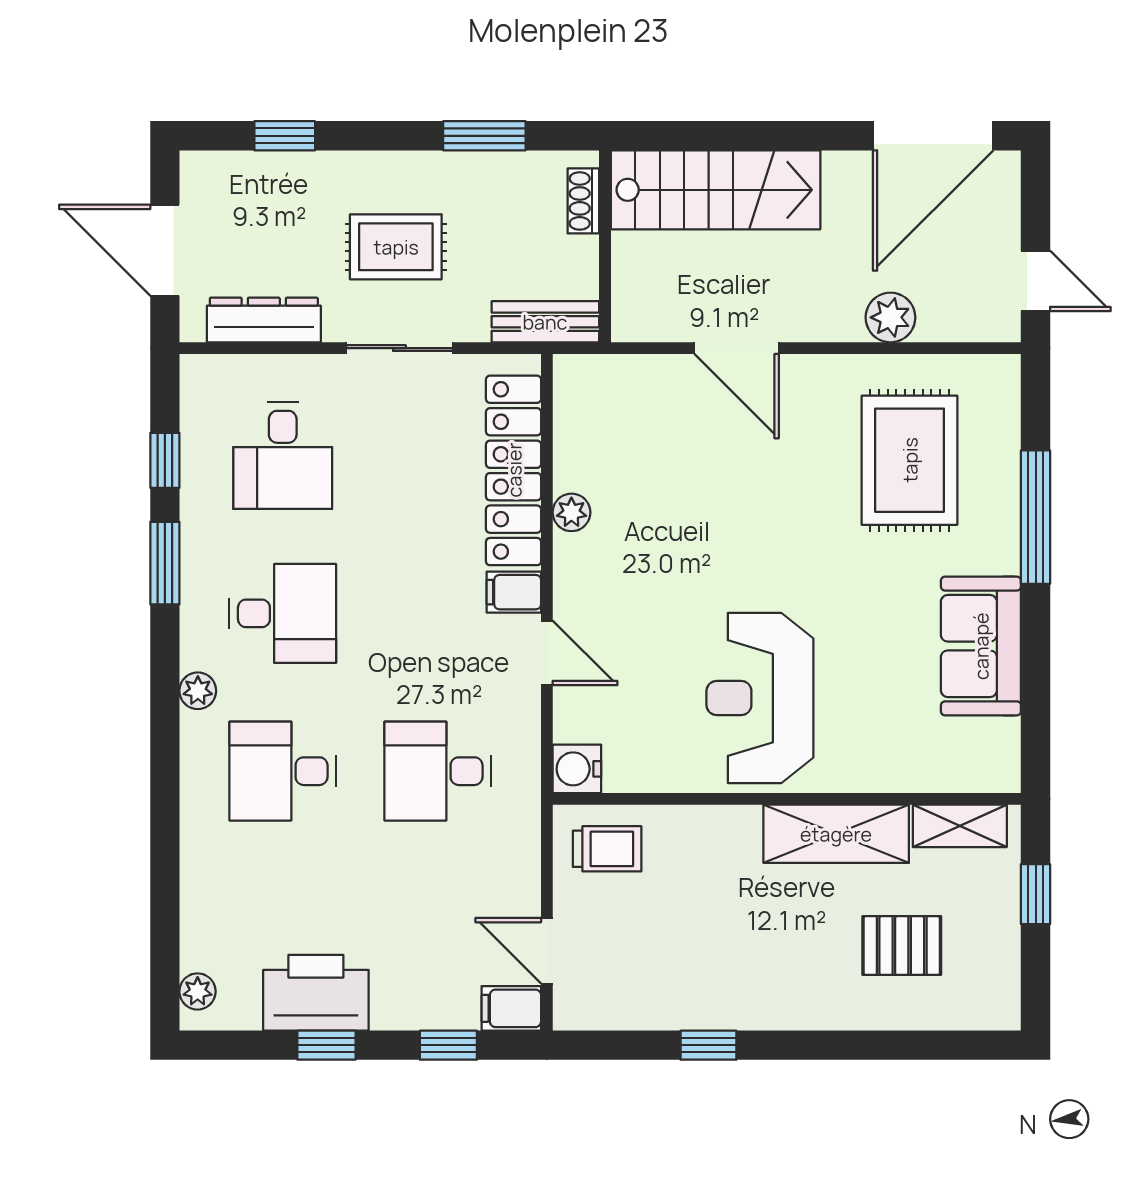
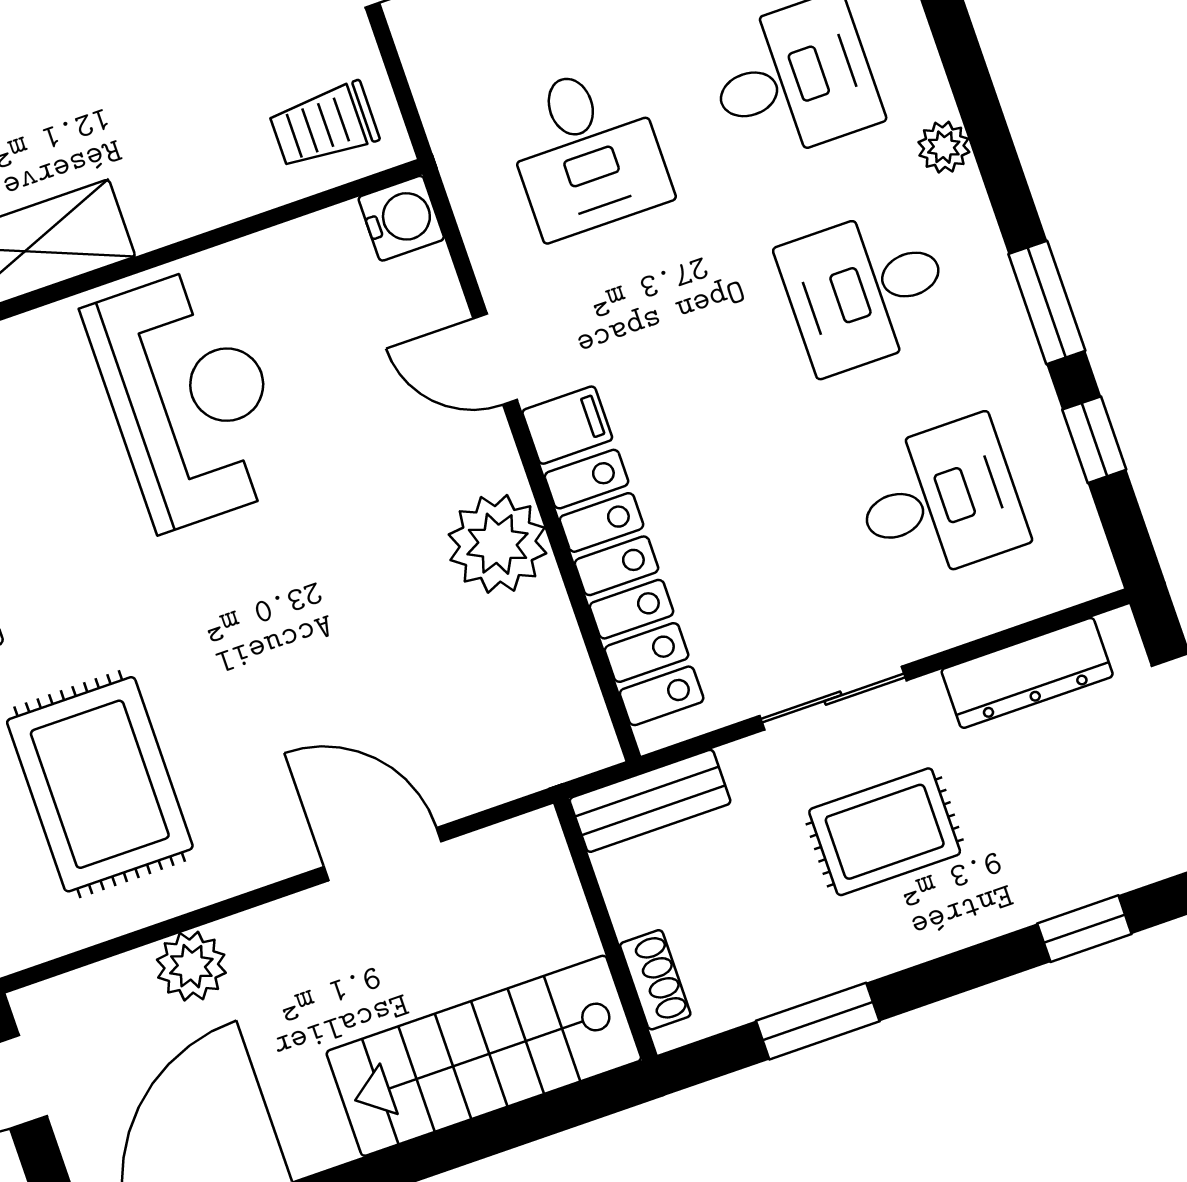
desk: (283, 456) -> (939, 500), turned 90
plant: (571, 512) -> (498, 544), width x1.88, depth x1.88
desk: (438, 771) -> (586, 151), turned 90

